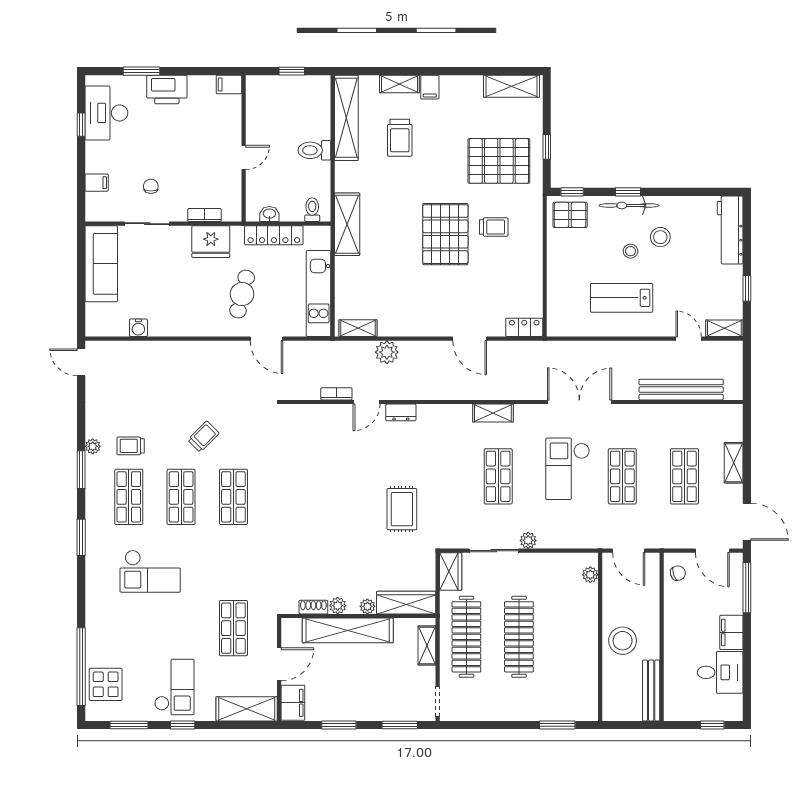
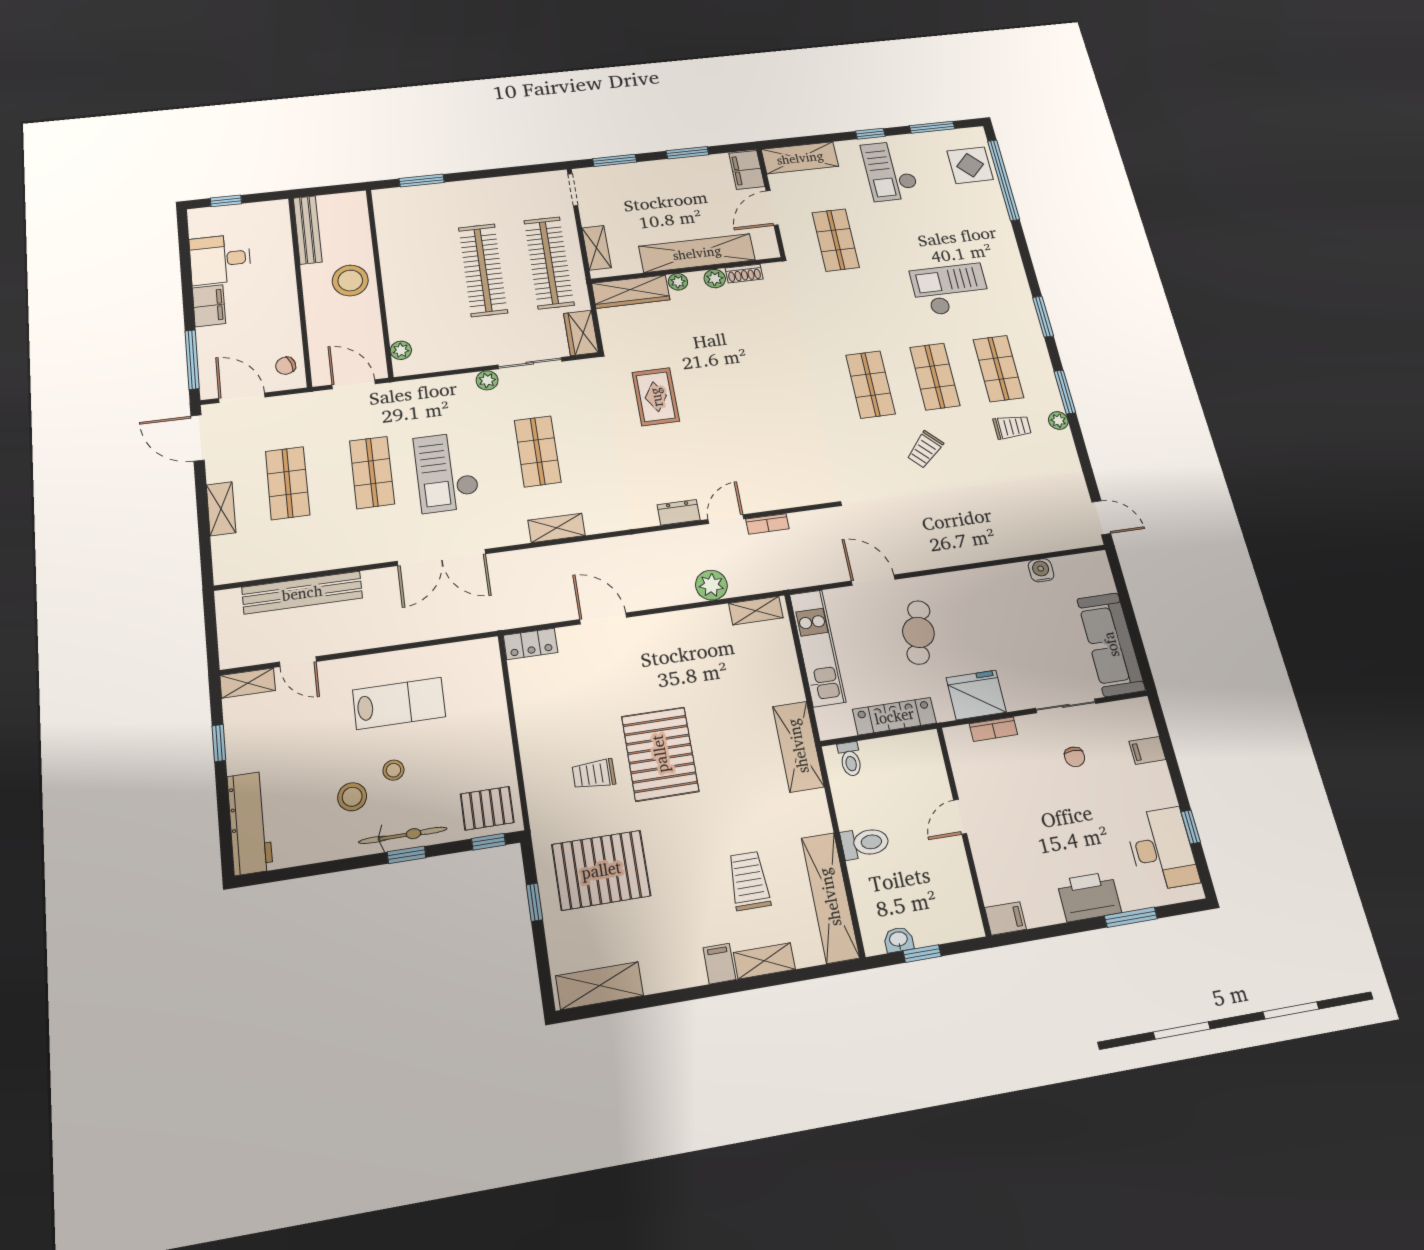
washbasin: (269, 214) -> (899, 940), moved, turned 180
checkout: (568, 469) -> (447, 472), turned 180

